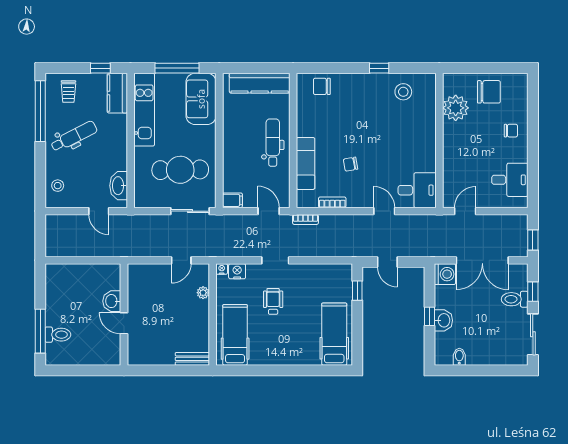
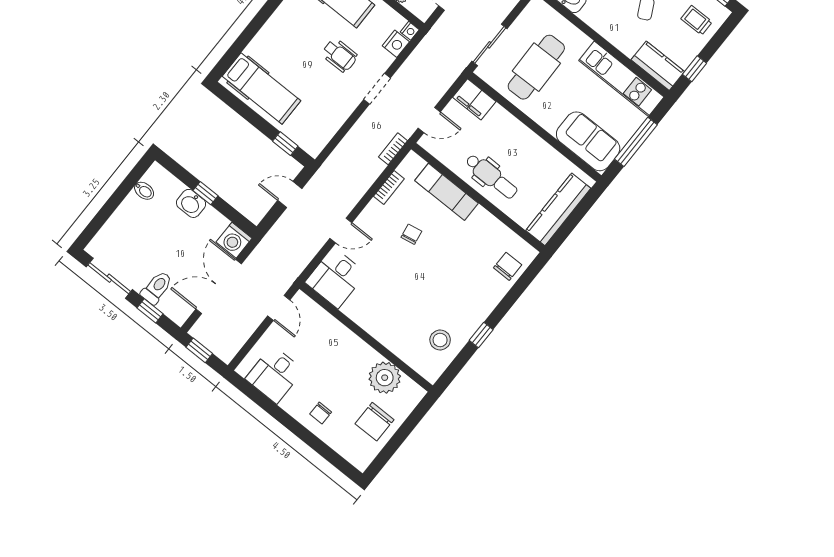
filing cabinet: (232, 200) -> (474, 99), width x2.00

